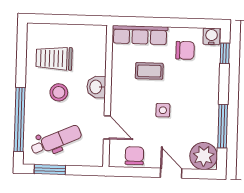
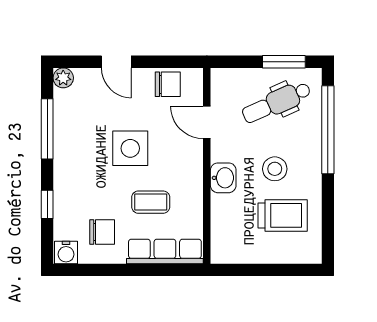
chair: (185, 50) -> (102, 232), turned 180
window: (225, 53) -> (47, 204), moved
side table: (163, 110) -> (130, 148), width x1.87, depth x1.87
chair: (134, 156) -> (168, 84), turned -90
plant: (204, 156) -> (63, 78), width x0.53, depth x0.53

